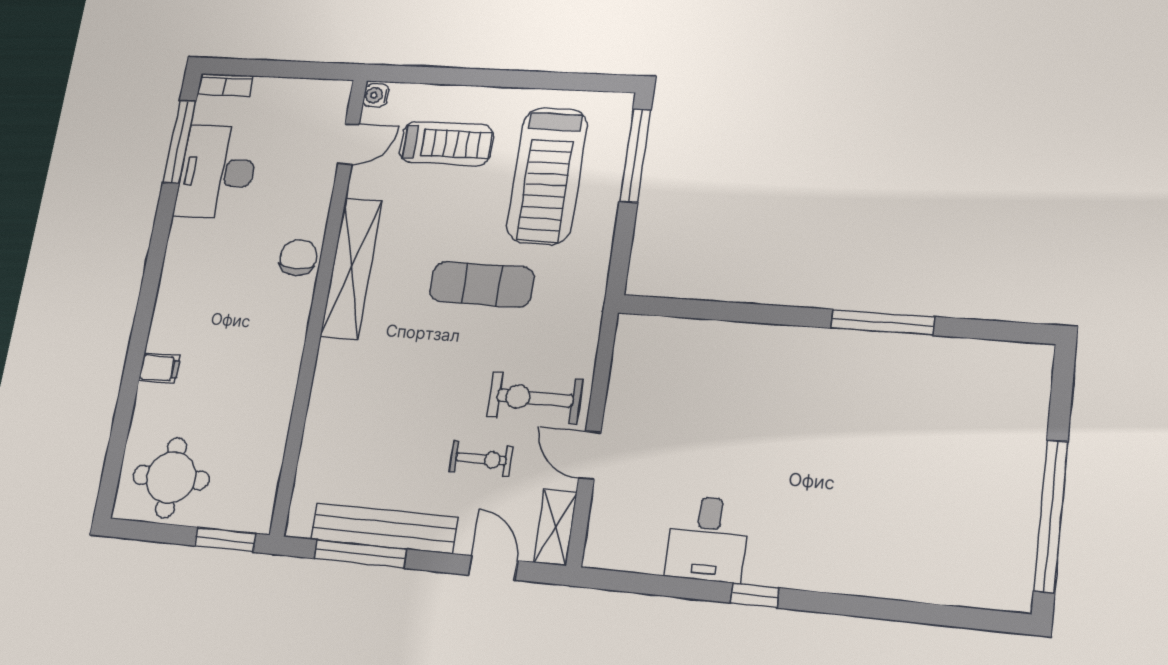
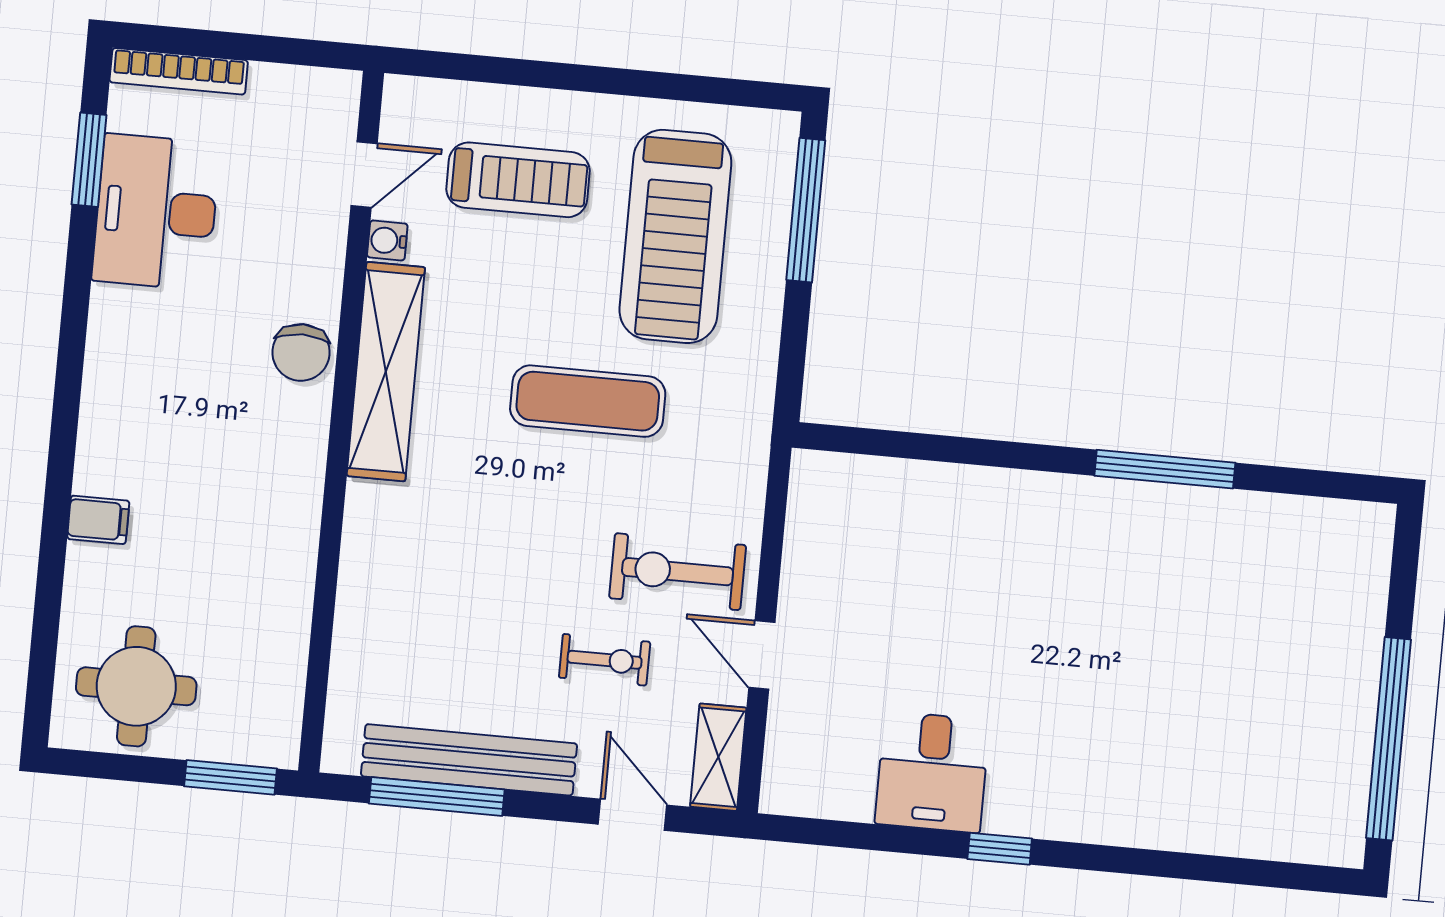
bookcase: (225, 85) -> (179, 71), width x1.56
water cooler: (376, 95) -> (387, 240), moved
window: (179, 142) -> (89, 160), width x0.69
chair: (298, 258) -> (301, 352), turned 180

